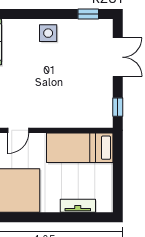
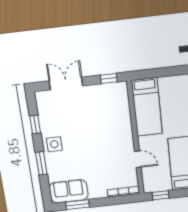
window: (27, 14) -> (41, 163), added
window: (88, 14) -> (35, 124), moved

